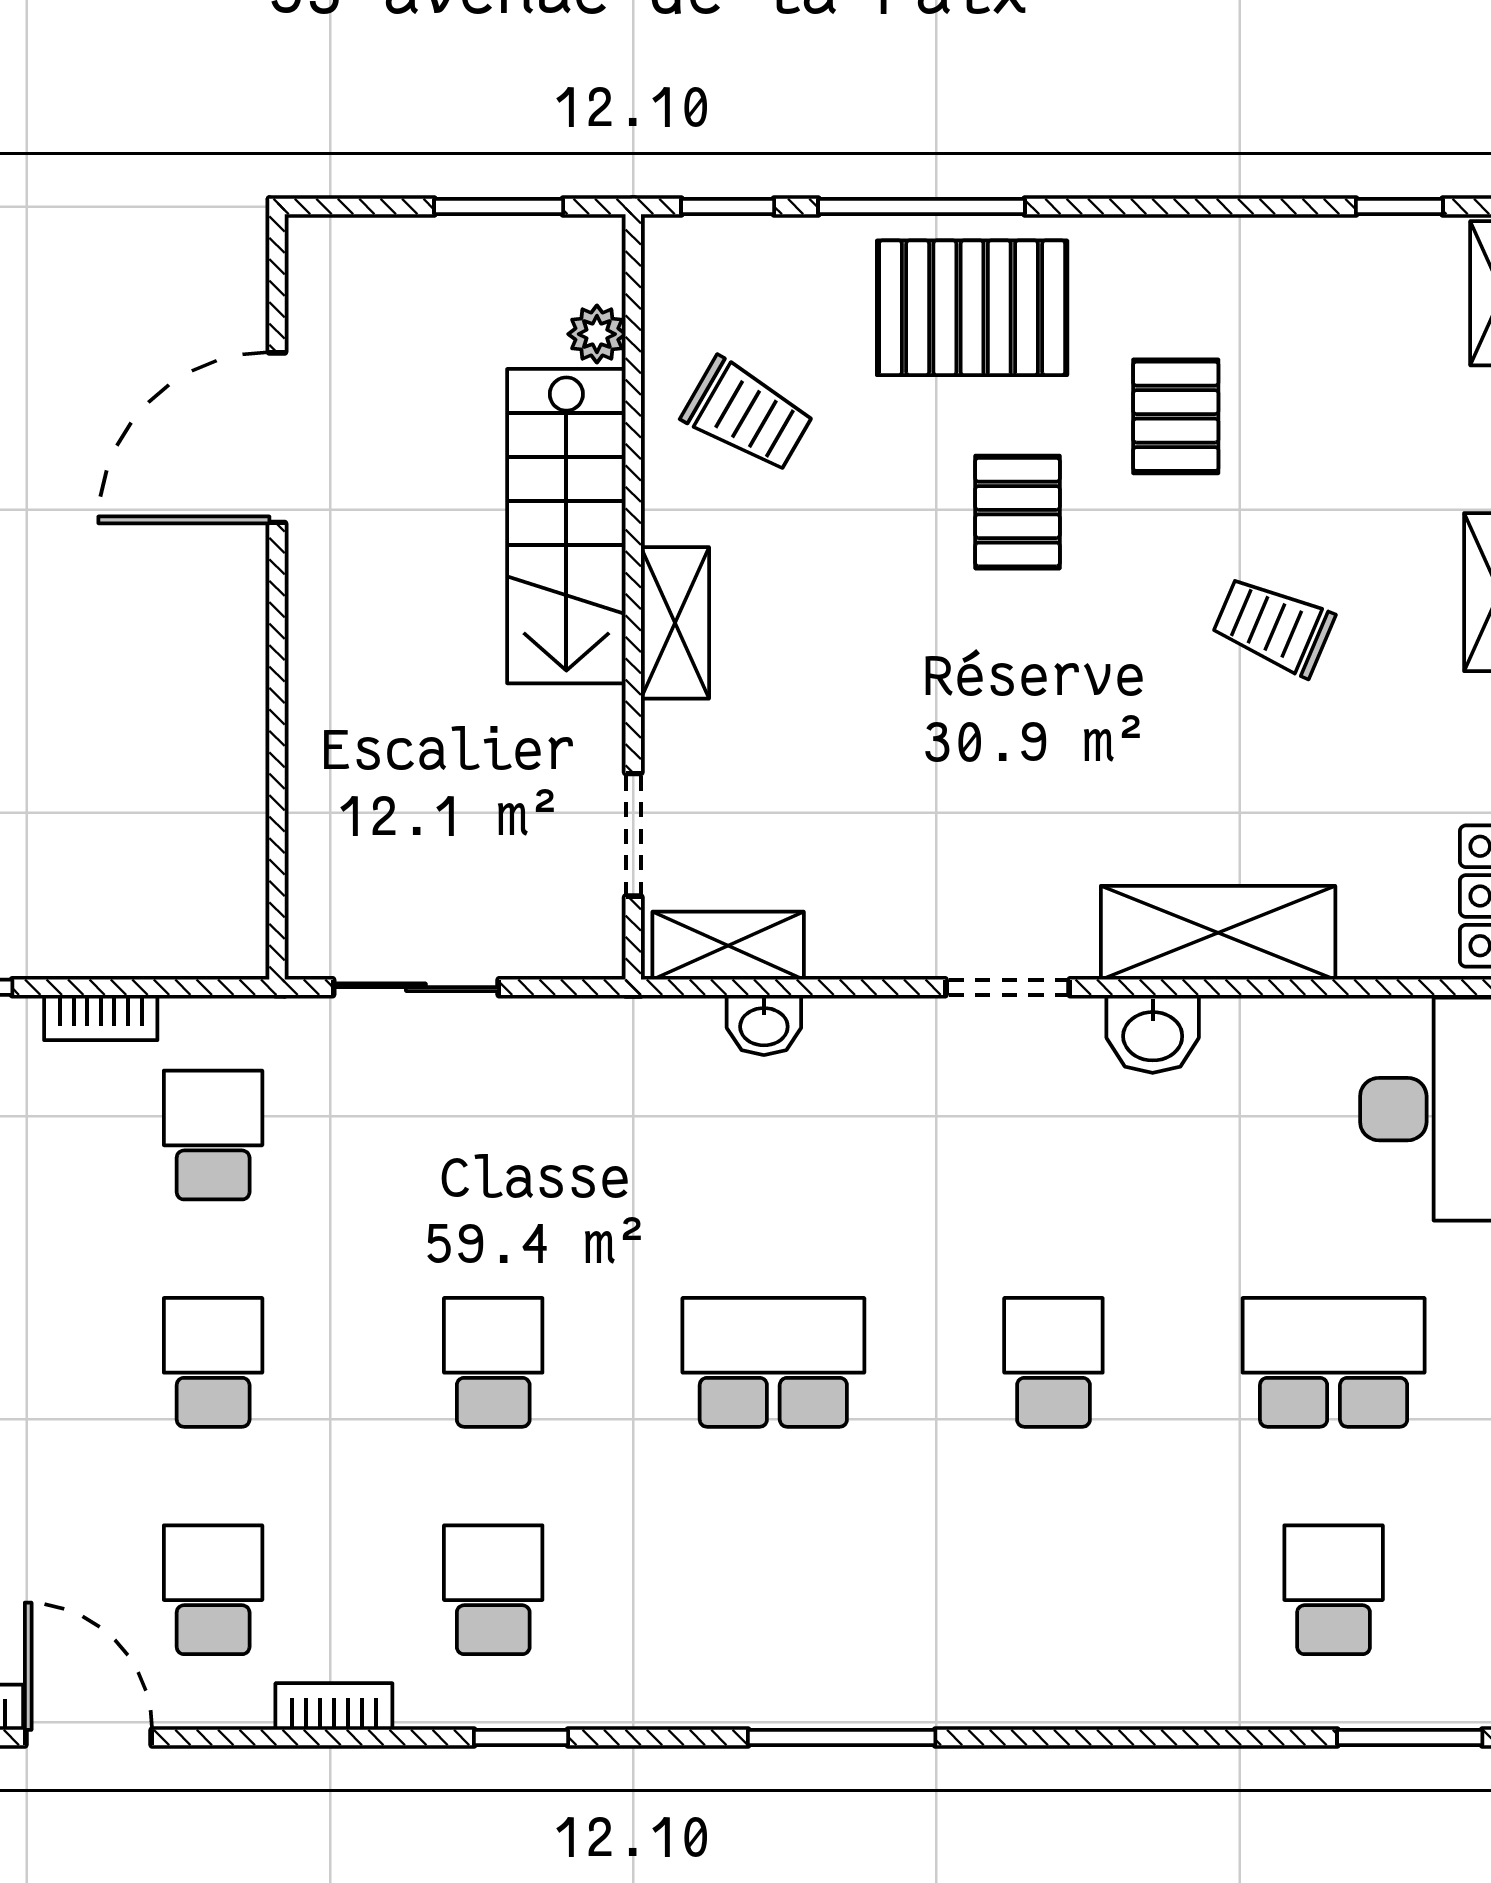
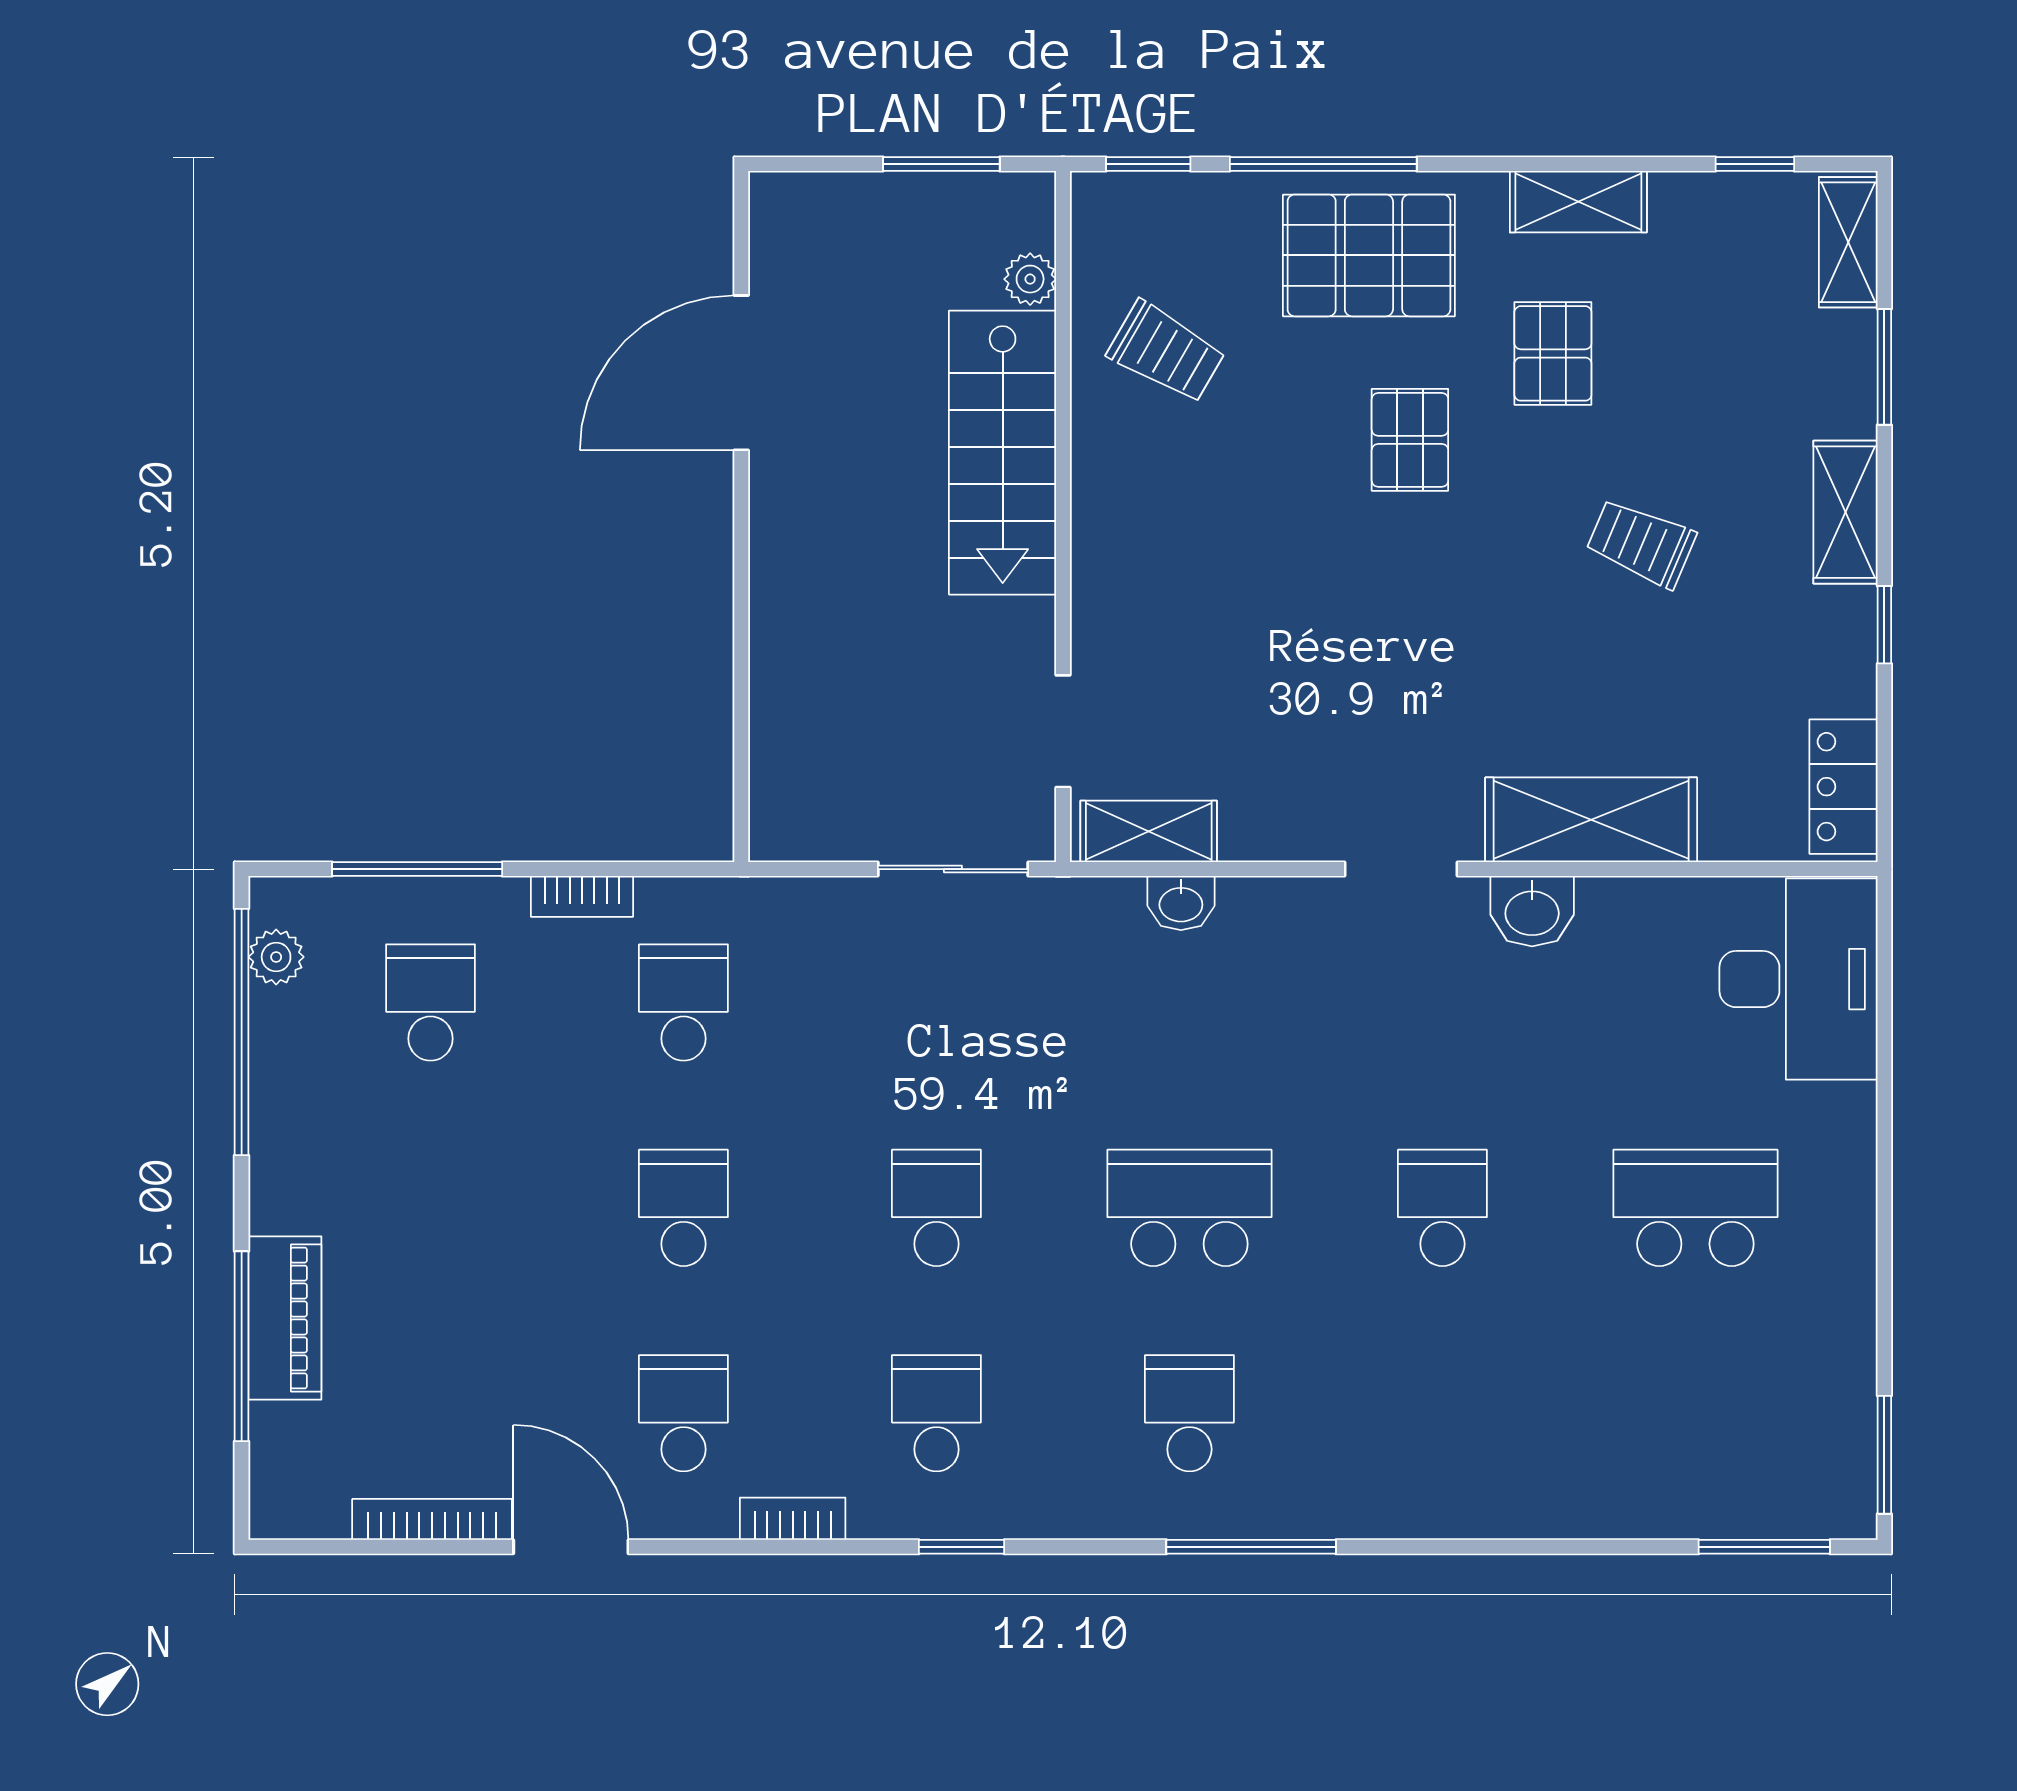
shelving: (675, 623) -> (1578, 202), moved, turned 90
sliding door: (416, 987) -> (953, 869), moved
school desk: (1334, 1590) -> (1189, 1413), moved

